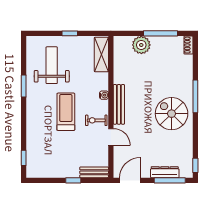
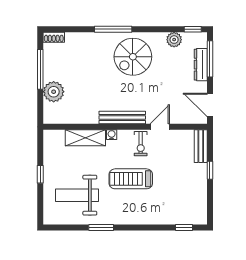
shelving: (101, 54) -> (85, 138), moved
plant: (186, 149) -> (174, 40), added

